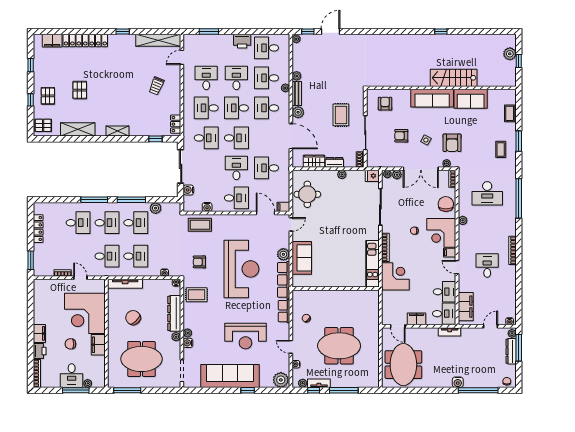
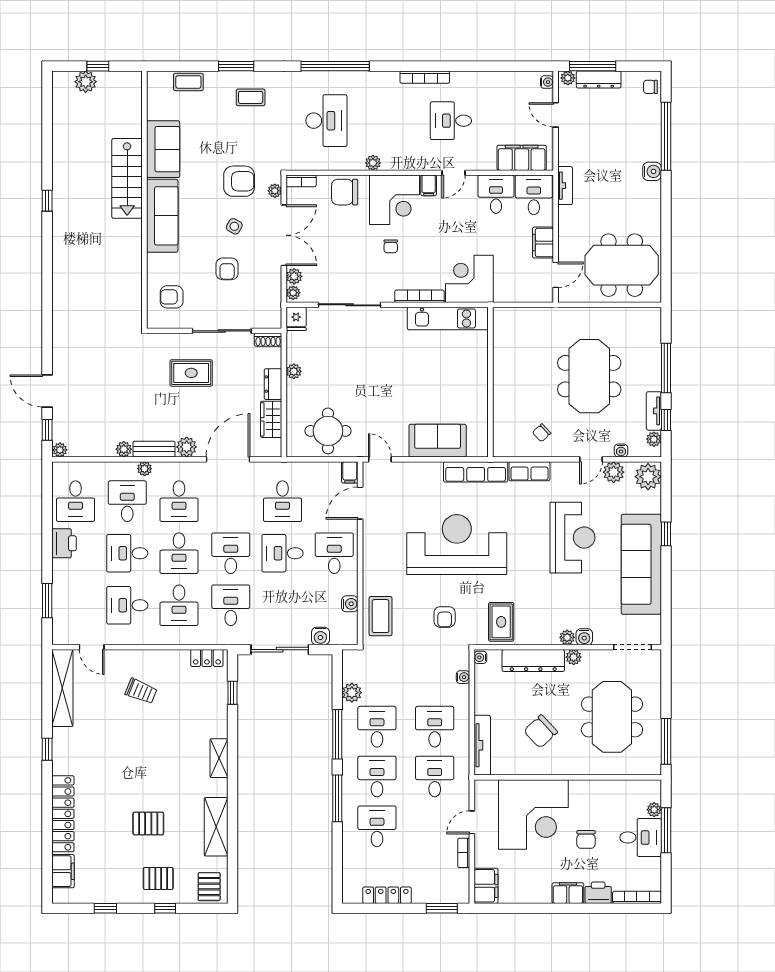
desk: (267, 78) -> (127, 501), turned 180
plant: (283, 254) -> (614, 472), moved
filing cabinet: (98, 345) -> (486, 886), moved, turned -90

